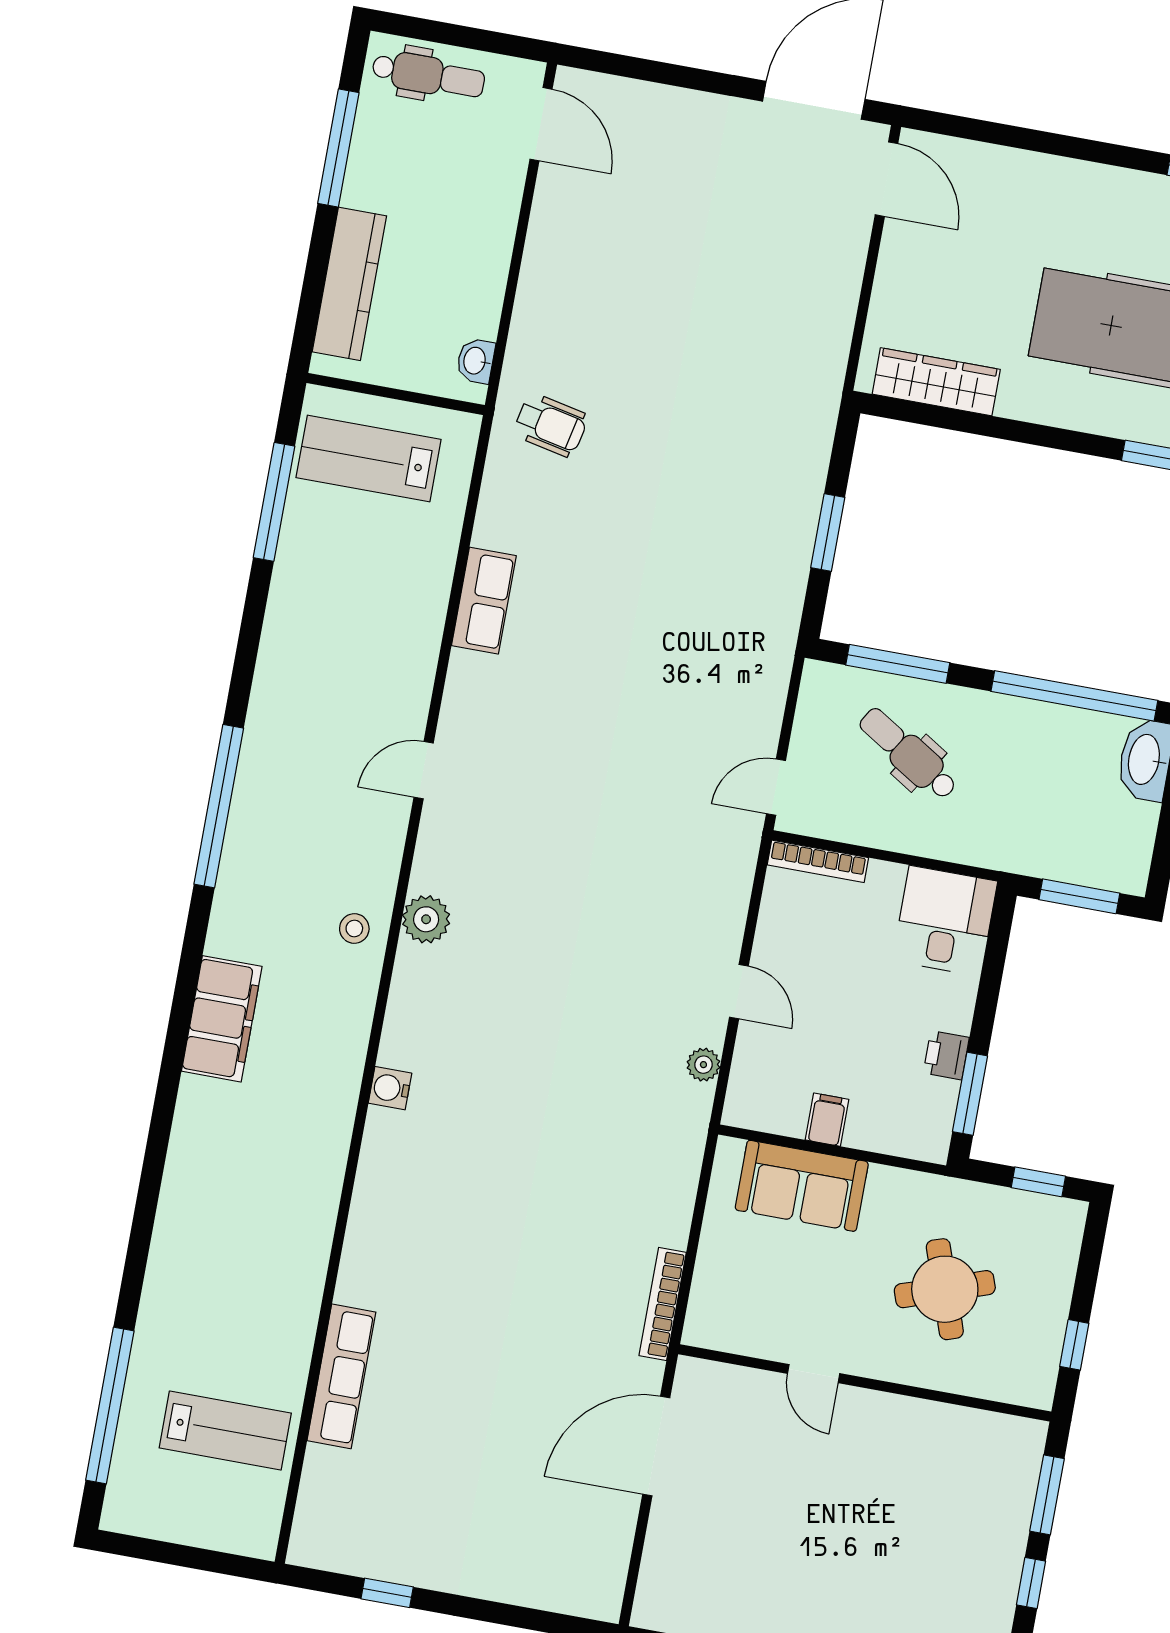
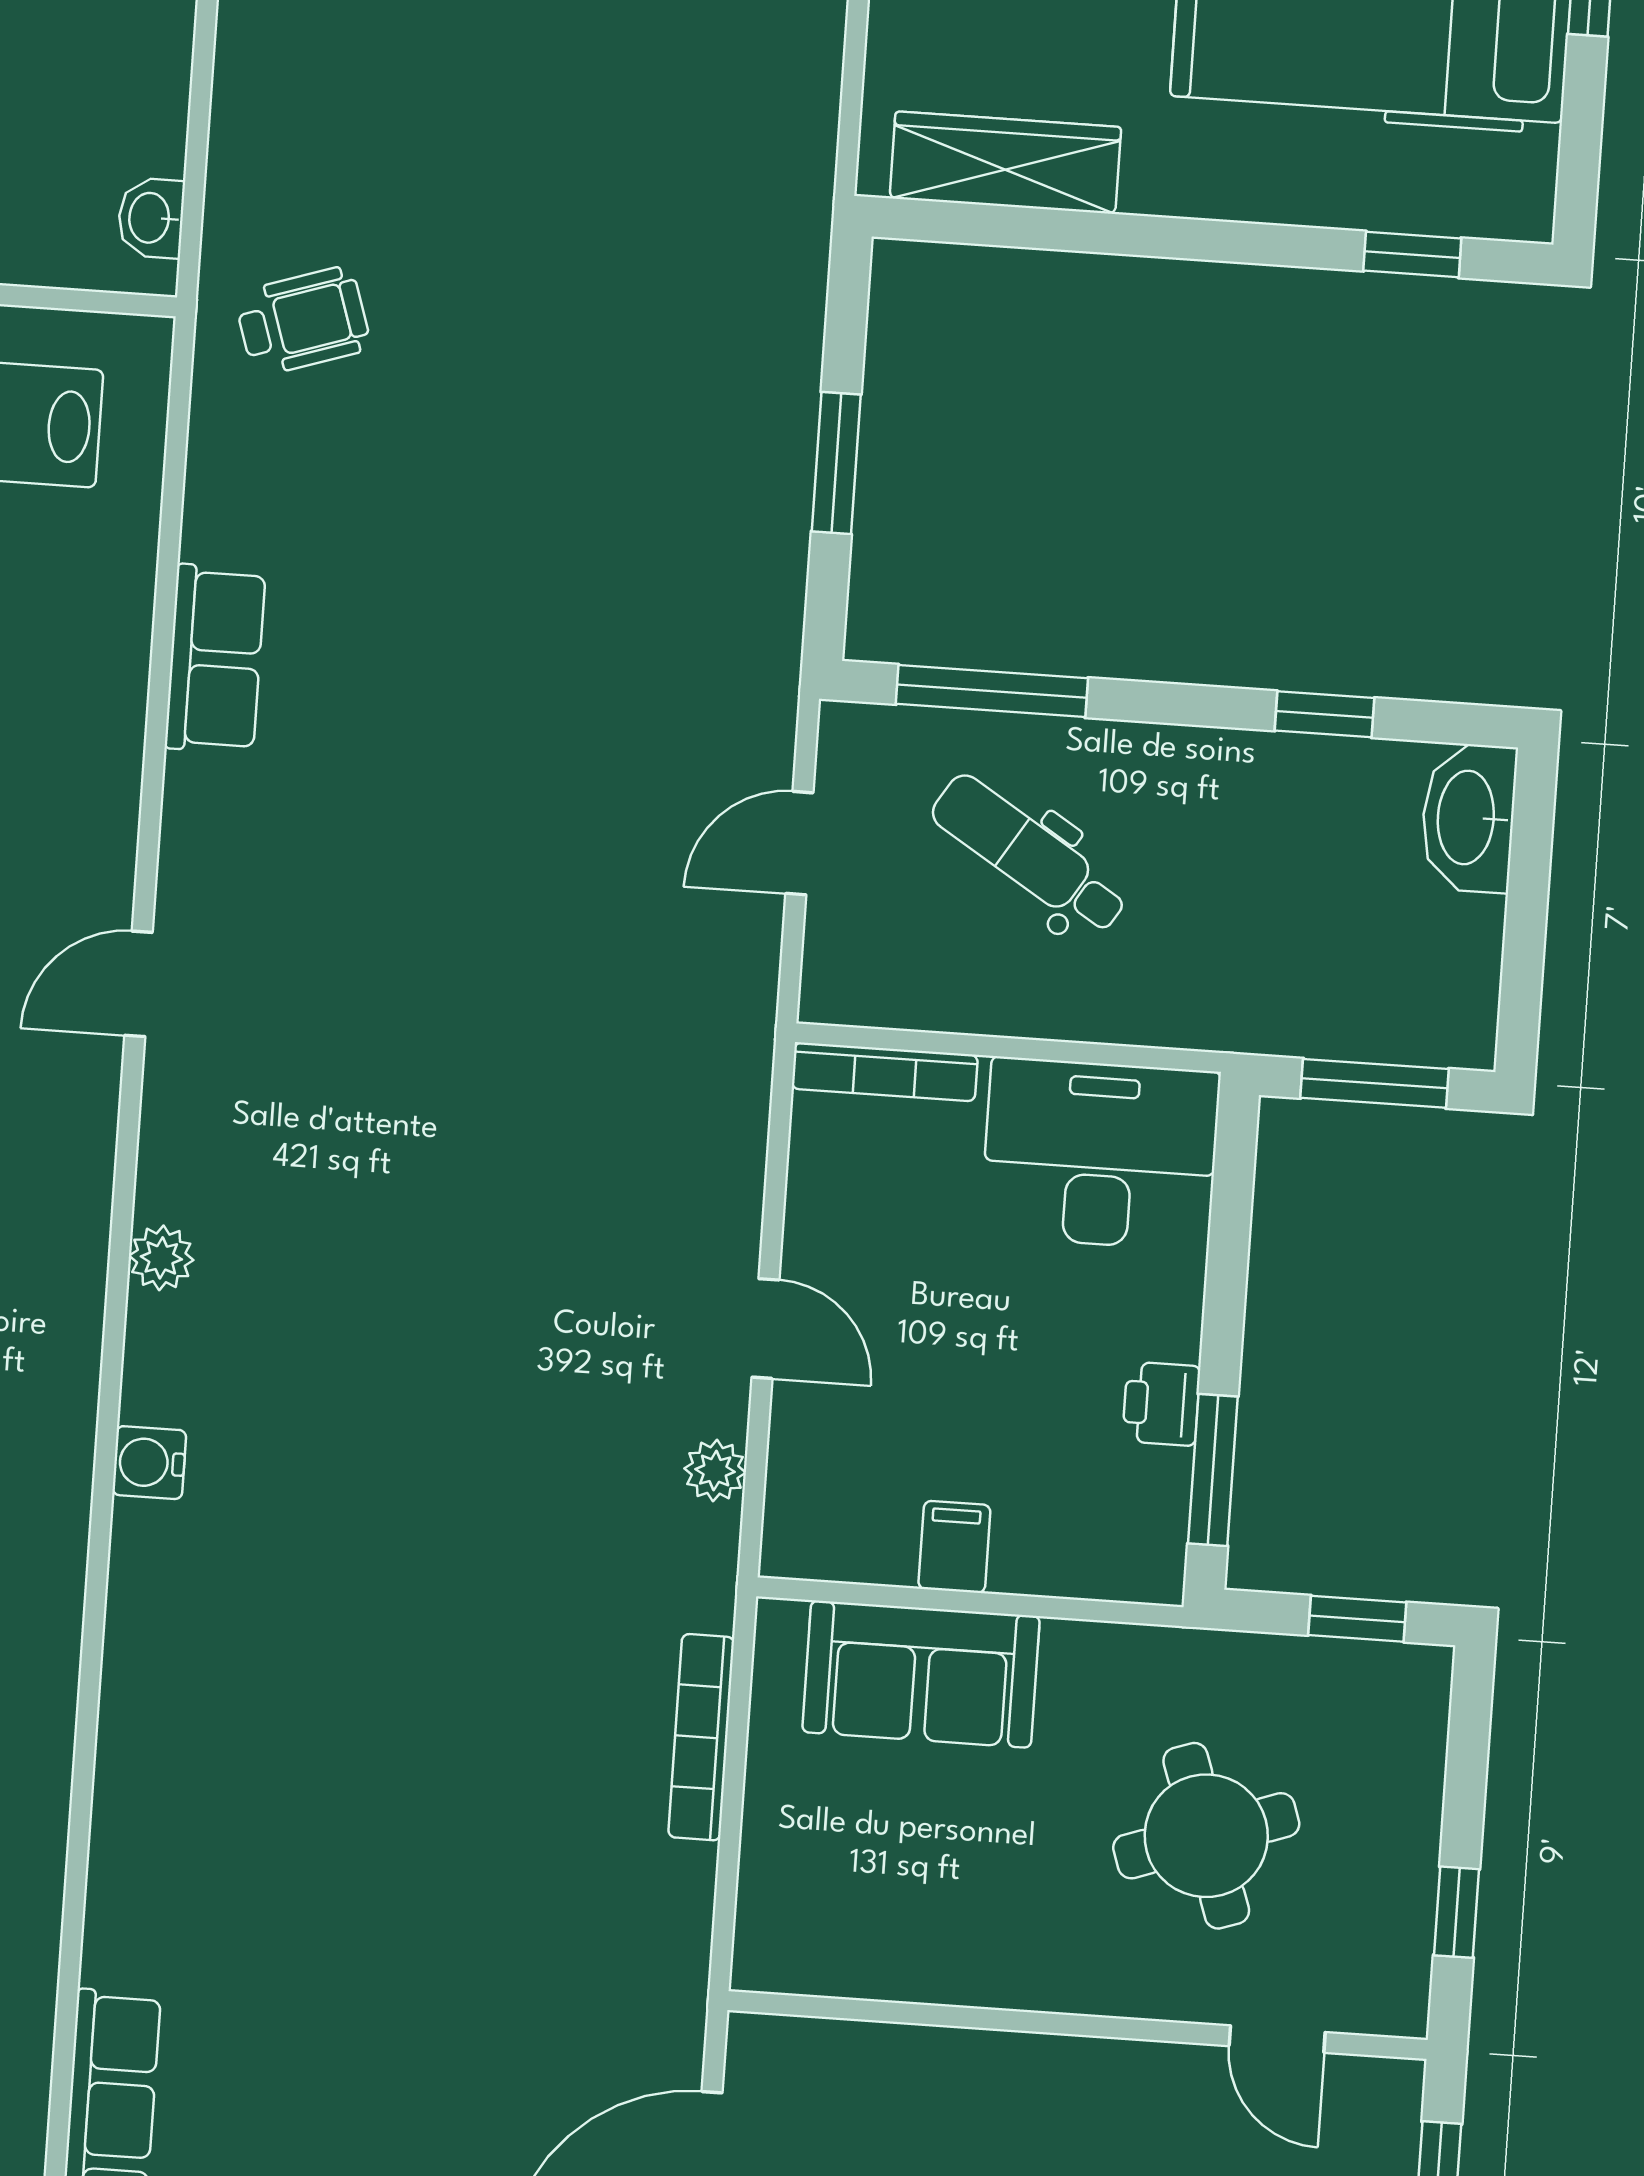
wheelchair: (551, 425) -> (303, 321), turned -30
window: (1074, 696) -> (1324, 714), width x0.32
door: (776, 787) -> (799, 843), moved
plant: (426, 919) -> (161, 1258), width x0.73, depth x0.73
desk: (945, 921) -> (1100, 1154), width x1.37
stool: (354, 928) -> (43, 1290), removed
water cooler: (390, 1088) -> (149, 1463), moved
bookcase: (663, 1304) -> (701, 1737), moved
door: (814, 1374) -> (1277, 2039), moved

